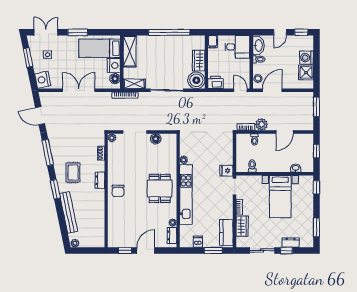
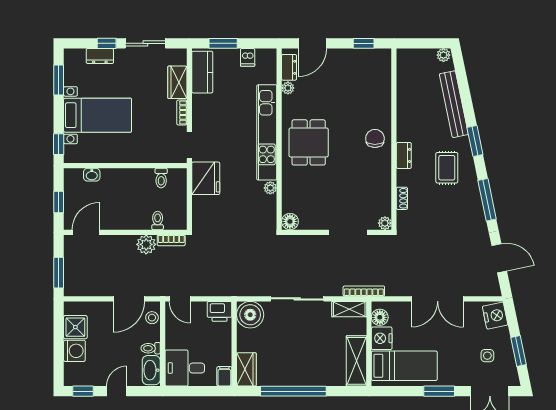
wardrobe: (199, 61) -> (246, 369), moved
door: (285, 132) -> (86, 232), moved
floor lamp: (156, 139) -> (290, 221), moved
fridge: (226, 171) -> (206, 178), width x1.88, depth x1.34
bed with nightstands: (280, 197) -> (98, 115), moved, turned 90
door: (146, 251) -> (312, 43), moved

